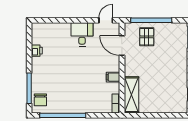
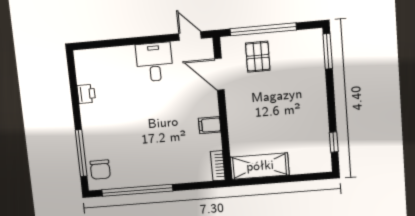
door: (106, 20) -> (190, 36), hinge flipped
shelving: (131, 95) -> (260, 166), moved, turned 90

